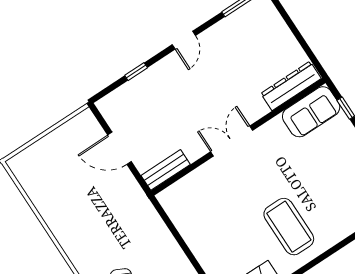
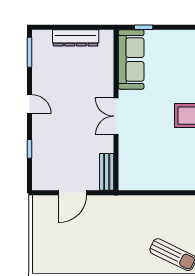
dresser: (291, 86) -> (76, 38), moved, turned -90
sofa: (311, 112) -> (131, 60), width x1.36

